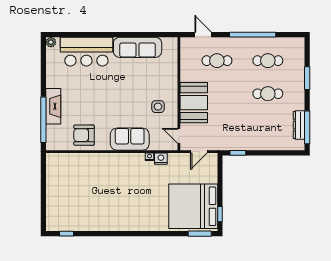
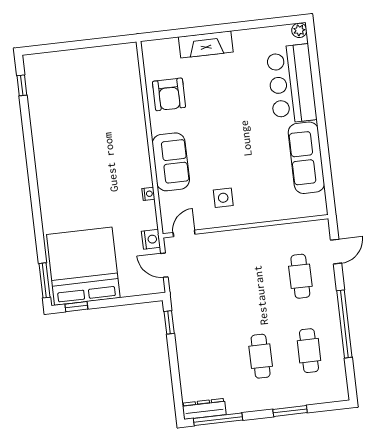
booth: (194, 103) -> (235, 249), removed
window: (43, 120) -> (185, 32), removed
dresser: (299, 125) -> (204, 409), moved
armchair: (84, 135) -> (169, 94), turned 180
nightstand: (161, 159) -> (151, 239), moved

